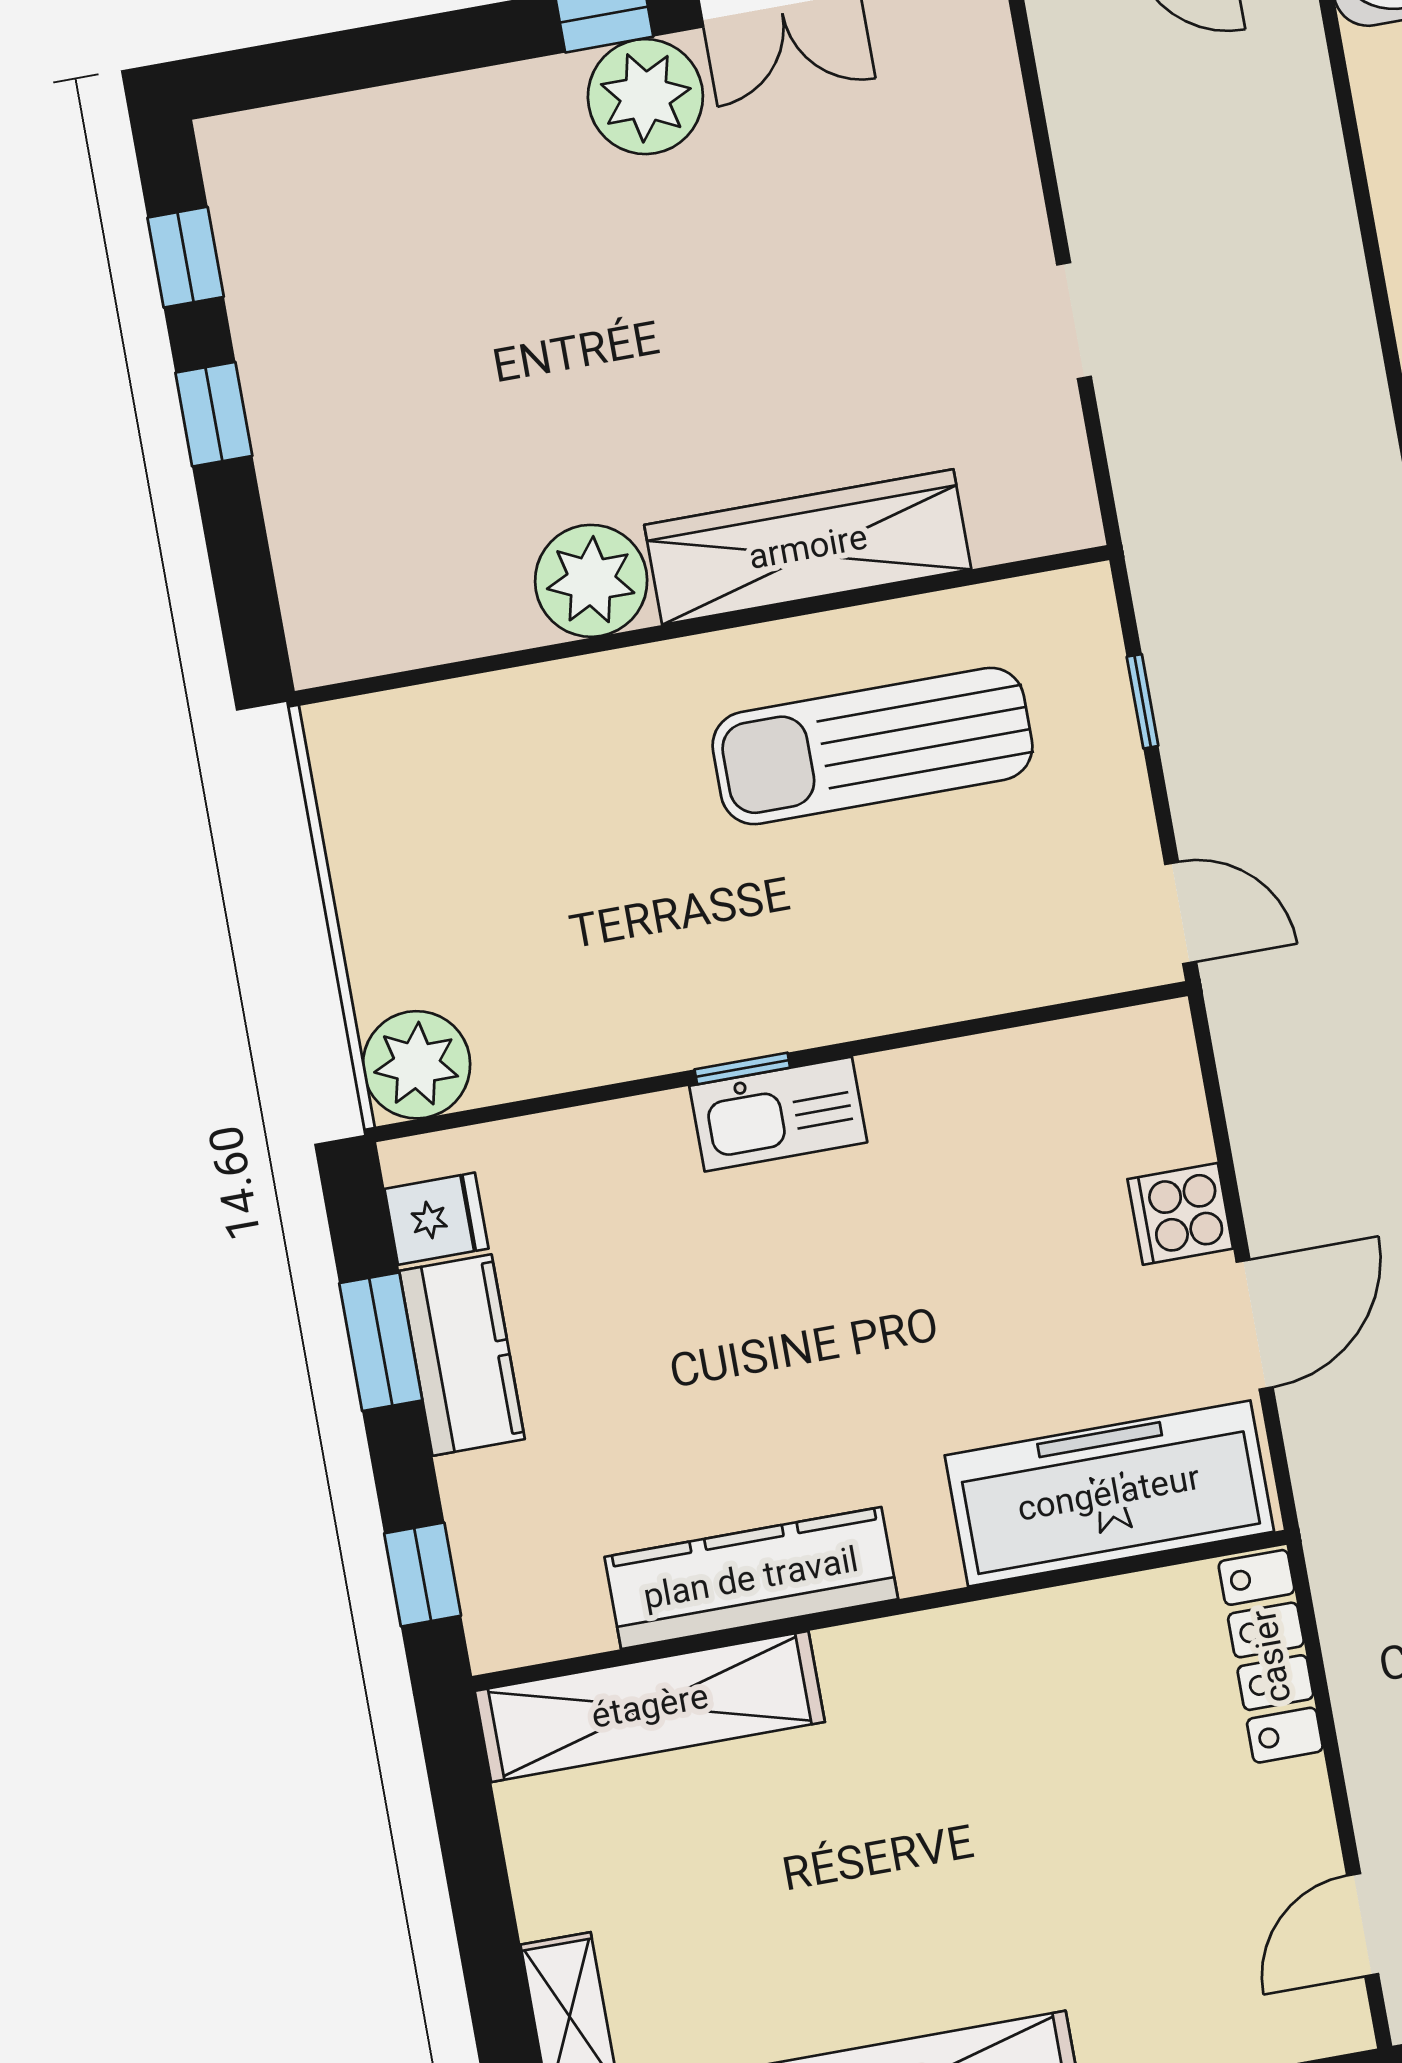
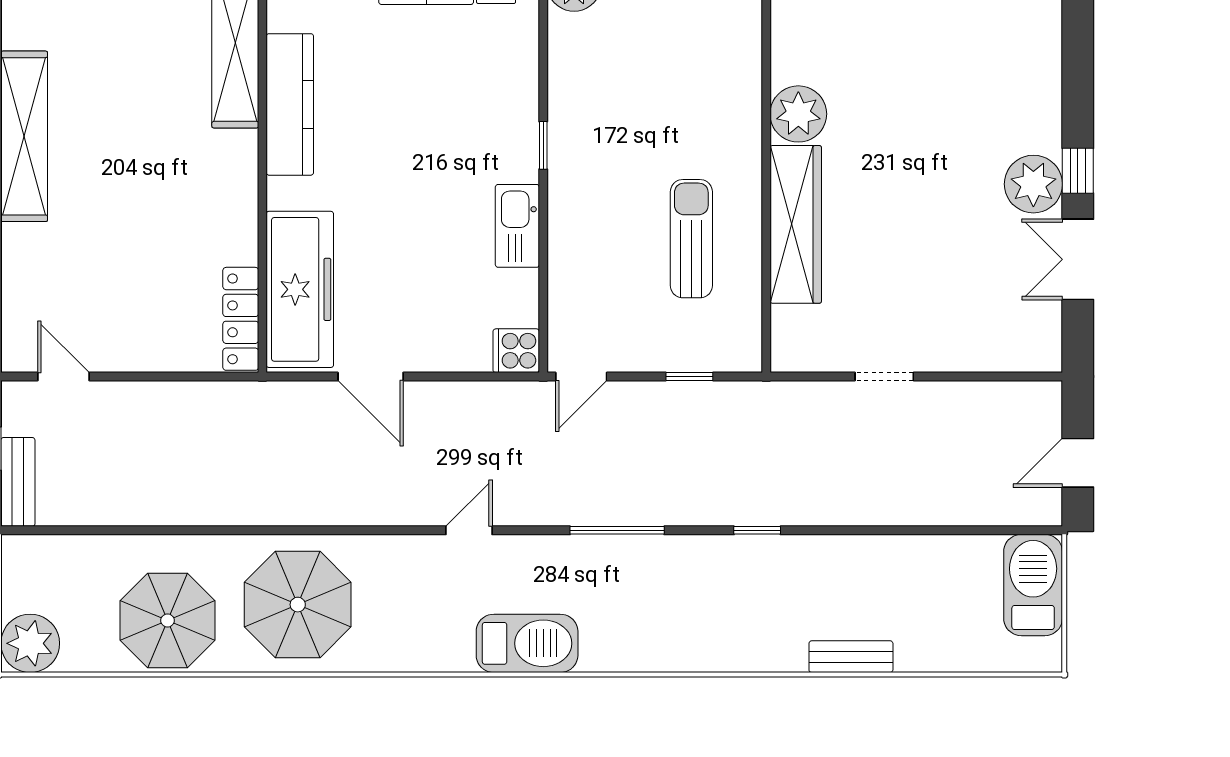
sun lounger: (872, 746) -> (691, 239), width x0.73, depth x0.75
kitchen sink: (778, 1114) -> (517, 226), moved
cooker: (1180, 1214) -> (516, 351), moved, turned -90
locker: (1271, 1656) -> (241, 319), moved, turned -90

